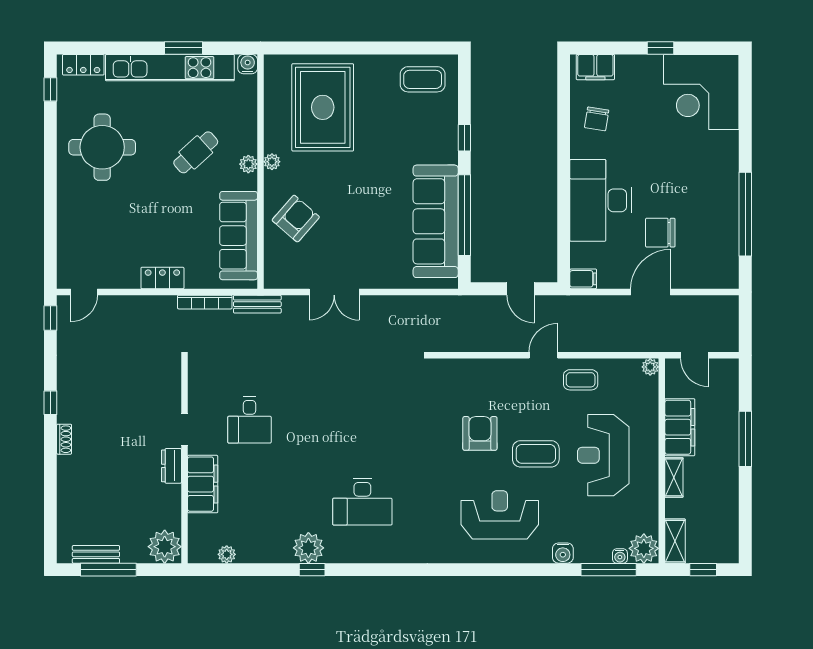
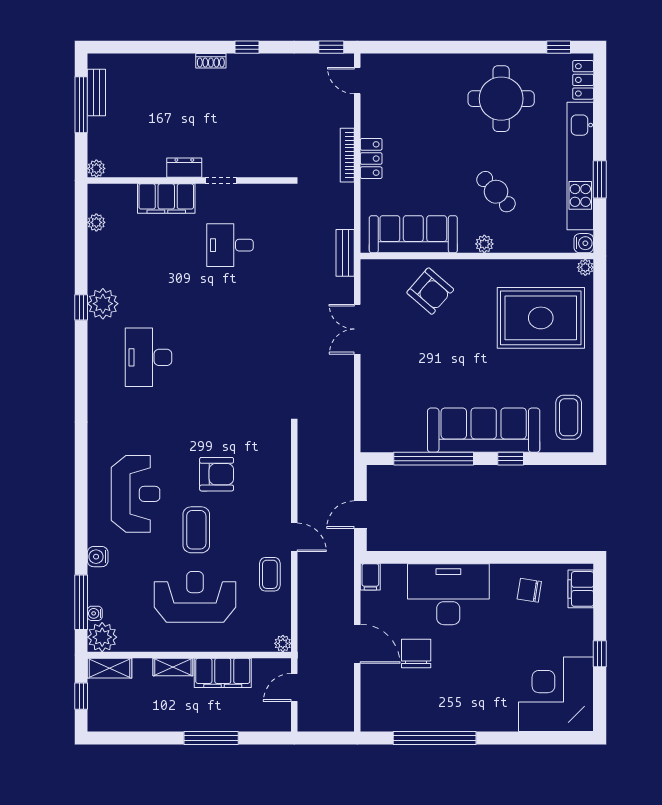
plant: (272, 162) -> (585, 267), moved
sofa: (436, 221) -> (484, 430), moved
bookcase: (205, 302) -> (347, 155), moved
plant: (165, 547) -> (96, 168), width x0.53, depth x0.53

